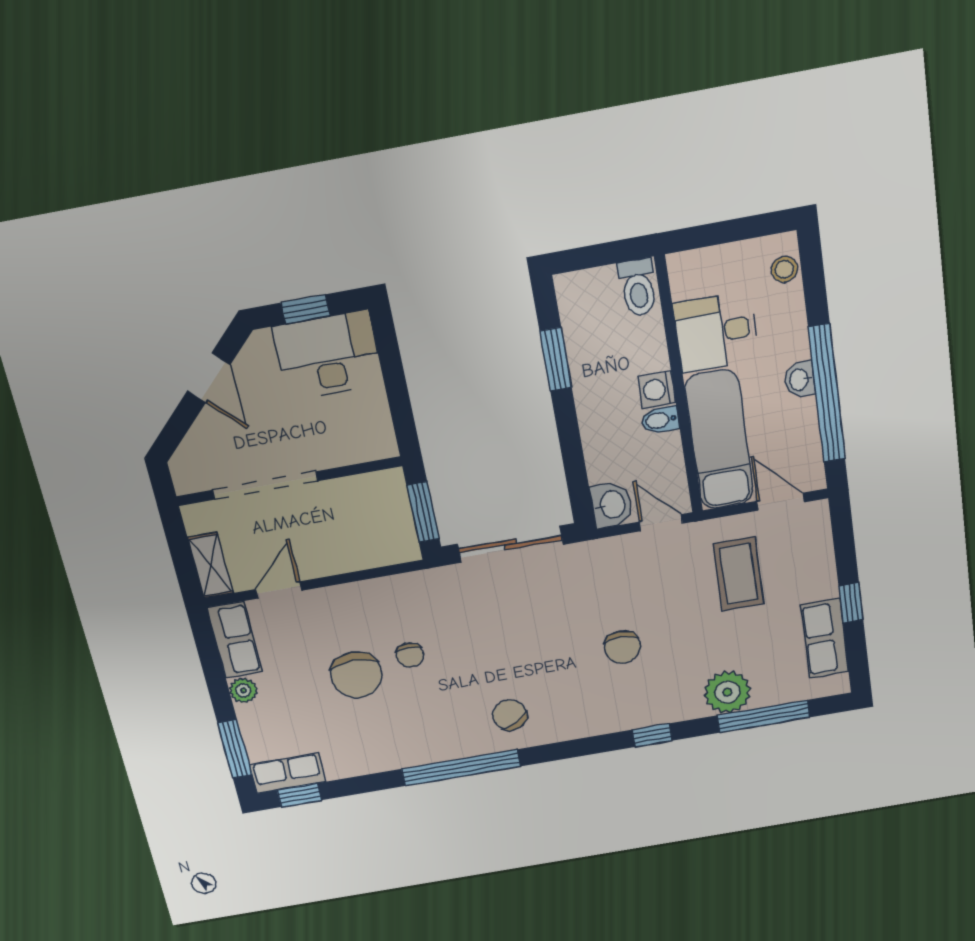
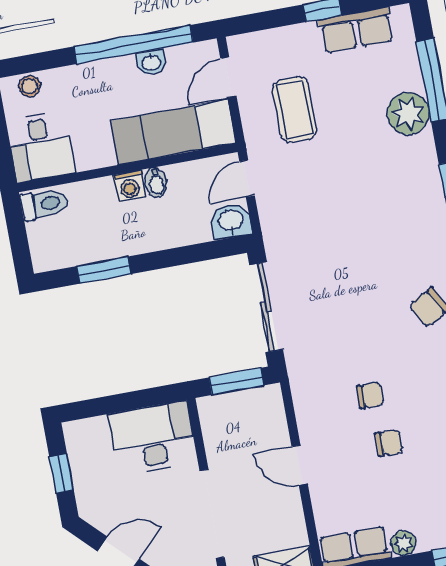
desk: (716, 332) -> (41, 147), moved
desk: (328, 355) -> (153, 438), moved, turned 90
washbasin: (800, 380) -> (151, 62), moved
coffee table: (739, 574) -> (295, 110), turned 90
door: (279, 590) -> (300, 465), moved
chair: (622, 647) -> (363, 208), removed
chair: (356, 675) -> (389, 443), width x0.54, depth x0.54

